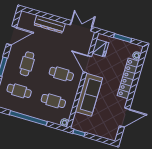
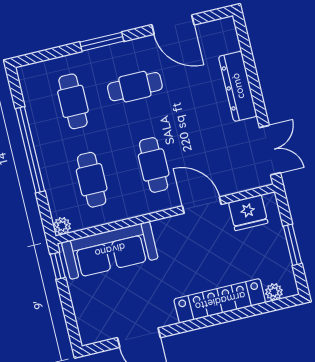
door: (87, 64) -> (202, 205), hinge flipped
sofa: (89, 95) -> (110, 250), moved

